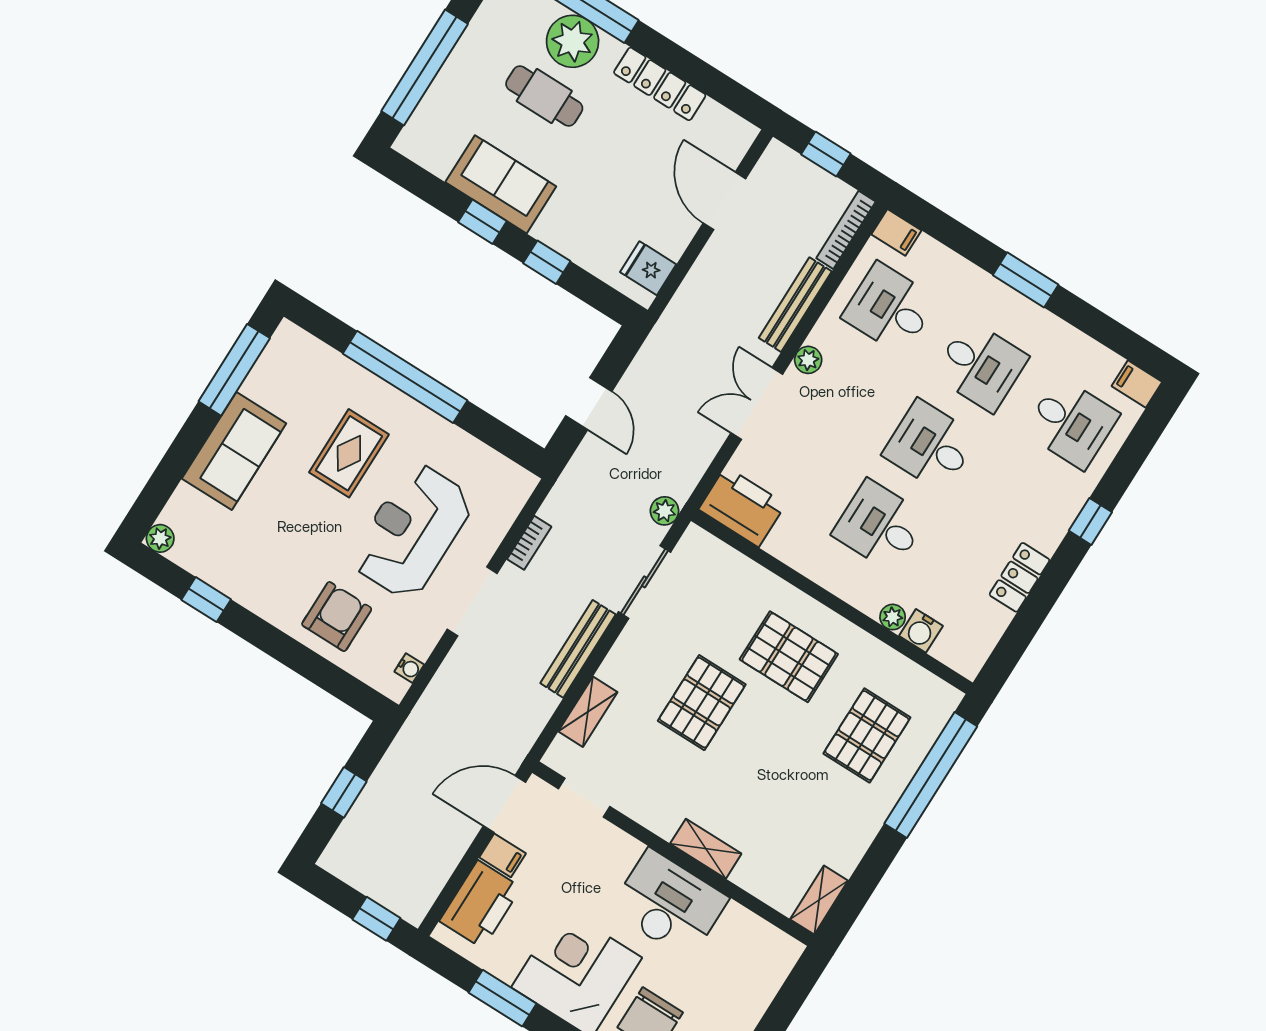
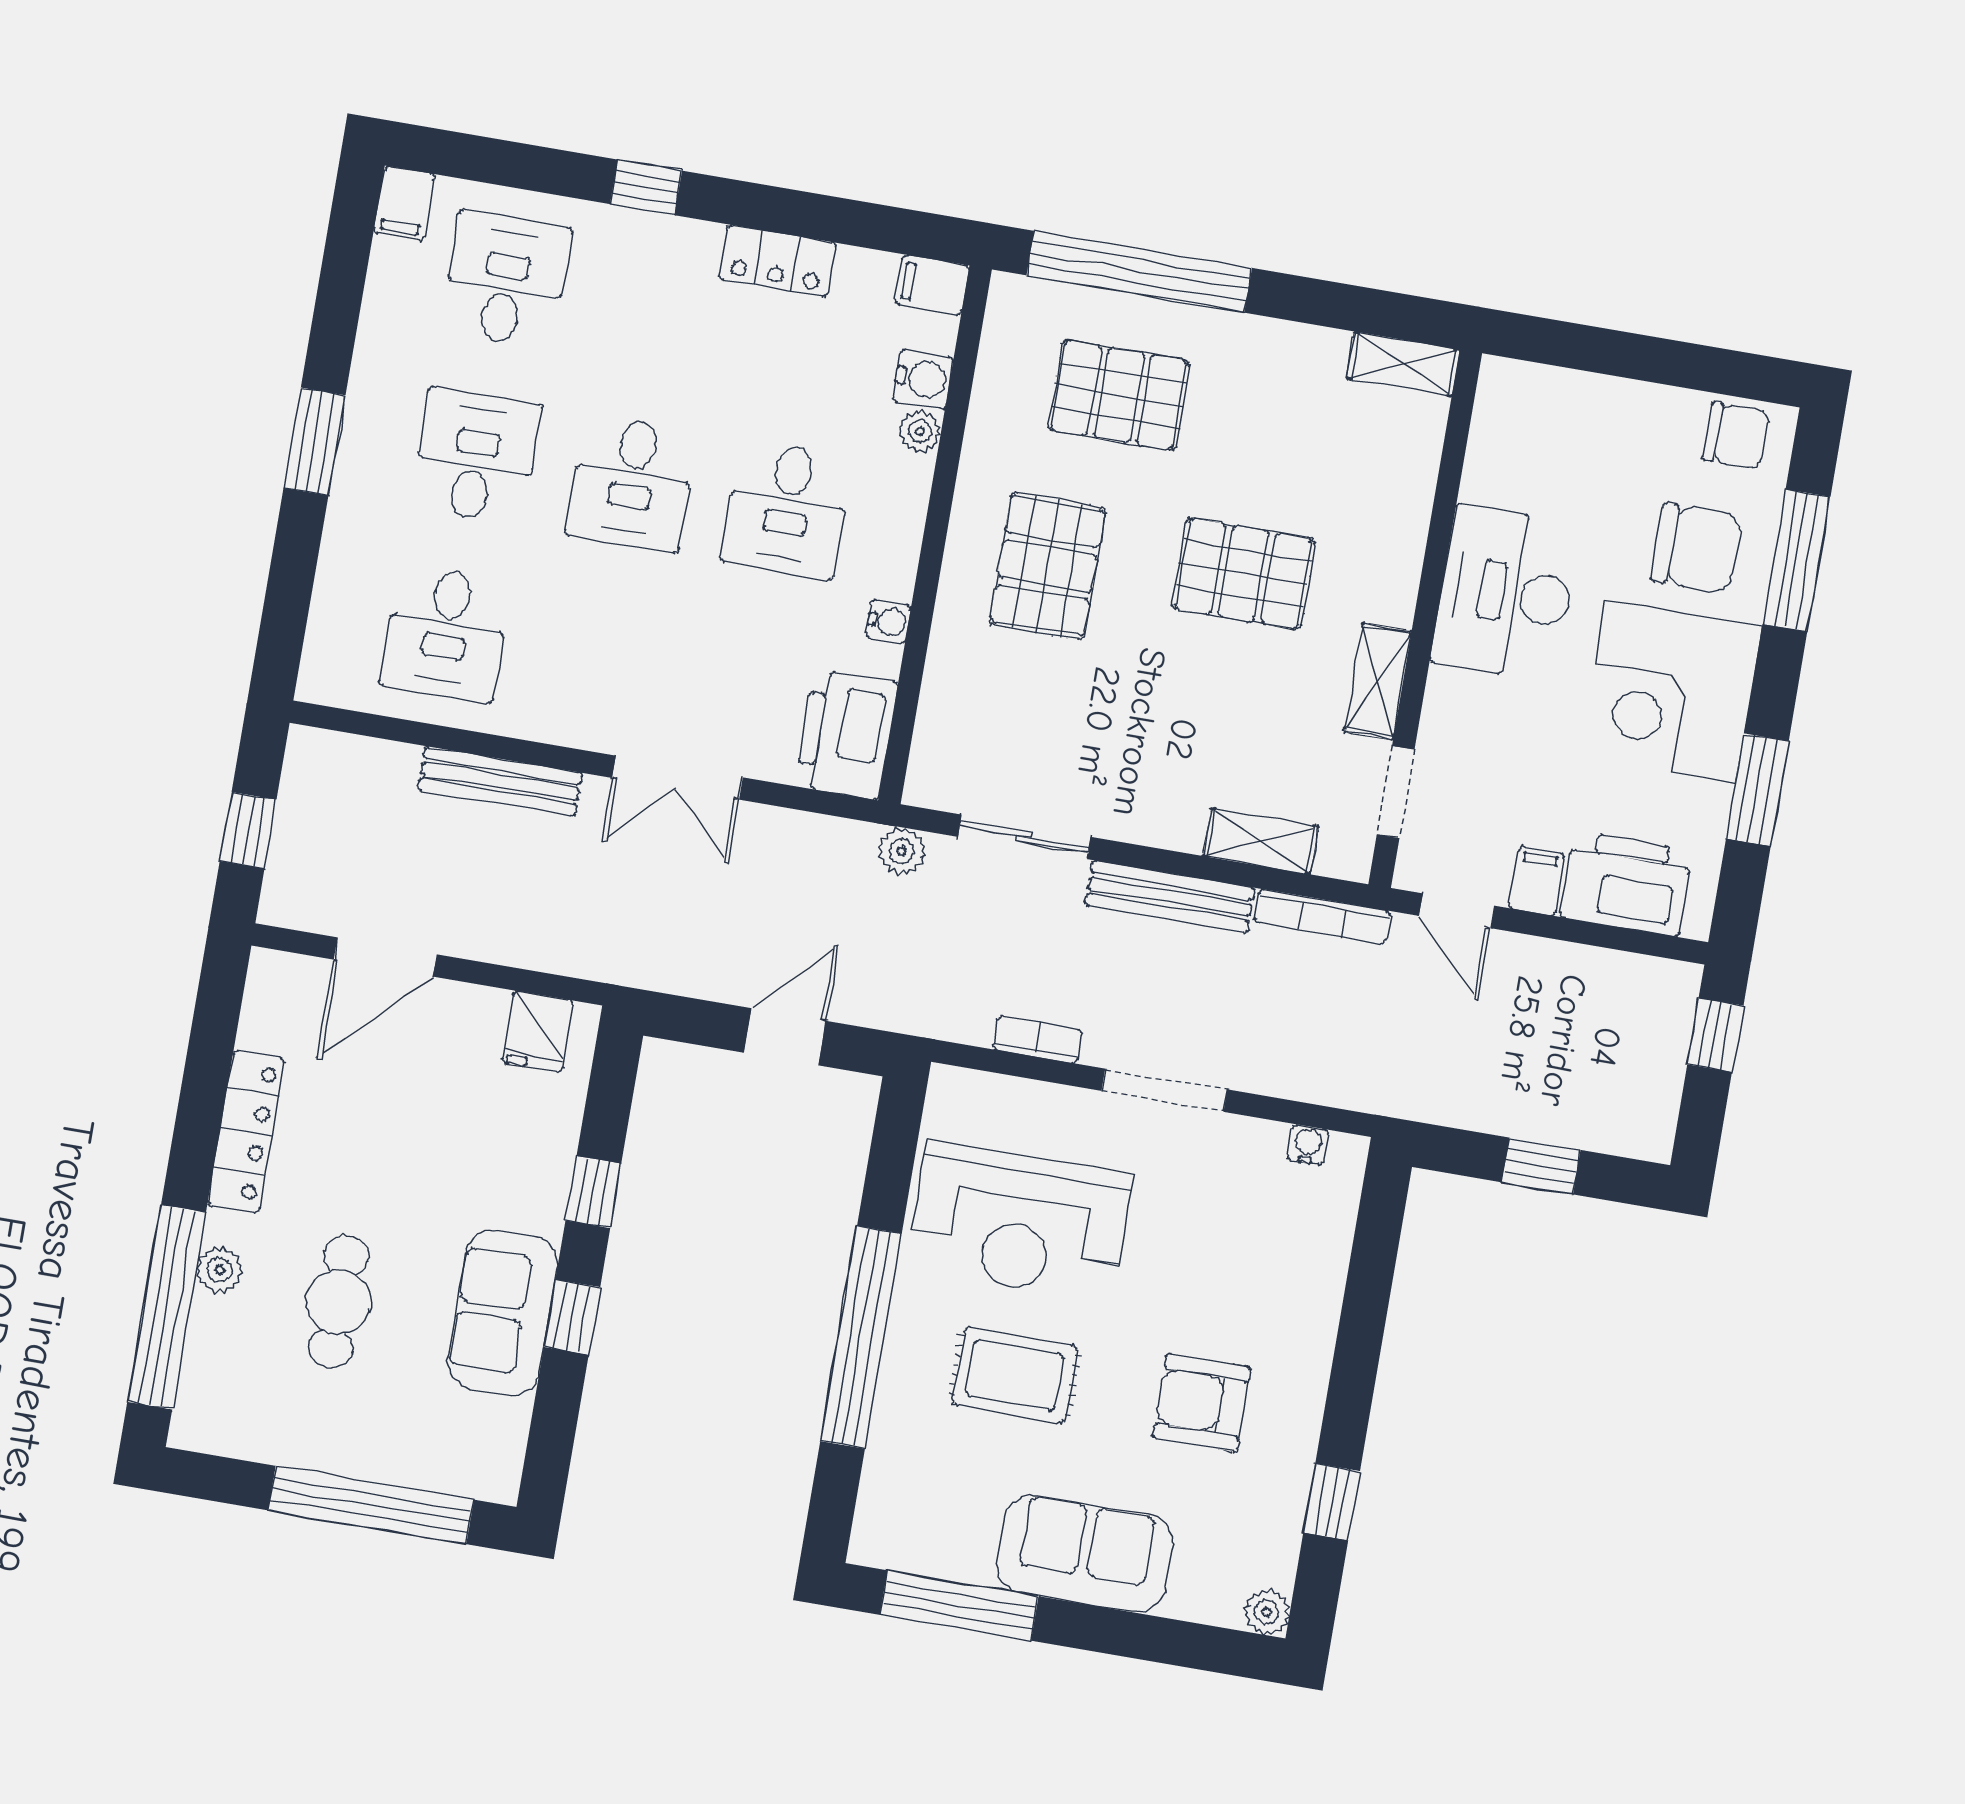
plant: (573, 41) -> (219, 1270), width x0.53, depth x0.53
bookcase: (846, 230) -> (1322, 917), moved
filing cabinet: (896, 232) -> (932, 285), moved, turned -90
plant: (808, 360) -> (577, 726), removed
reception desk: (412, 531) -> (1020, 1222), moved
water cooler: (795, 556) -> (889, 622), added
armchair: (337, 617) -> (1202, 1402), moved
pallet: (702, 703) -> (1243, 574), moved
door: (505, 804) -> (1456, 911), width x0.73
shelving: (706, 849) -> (1378, 681), moved

